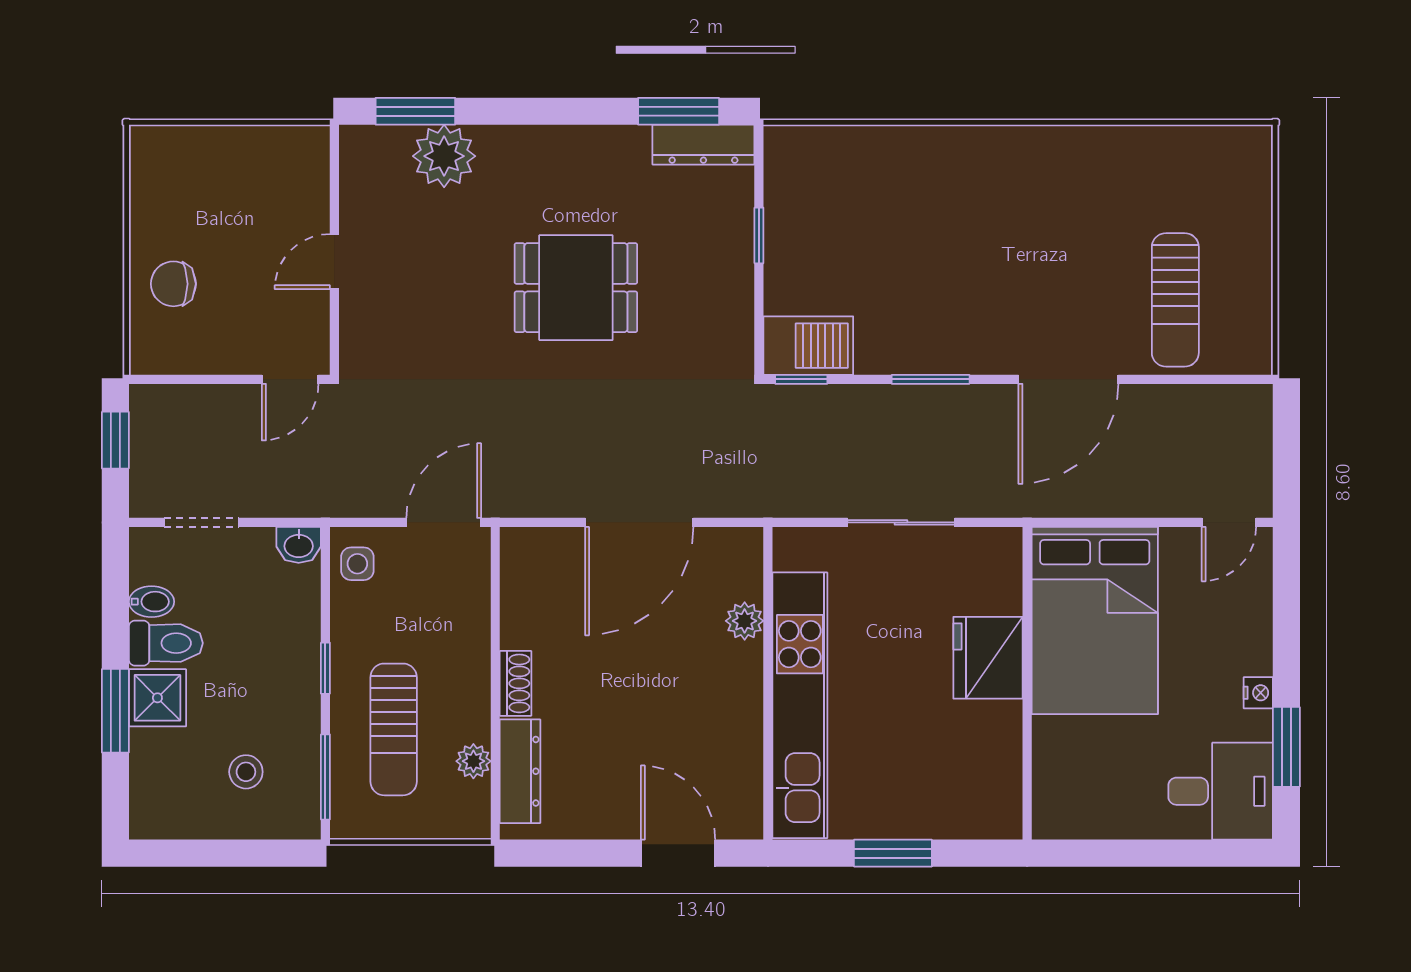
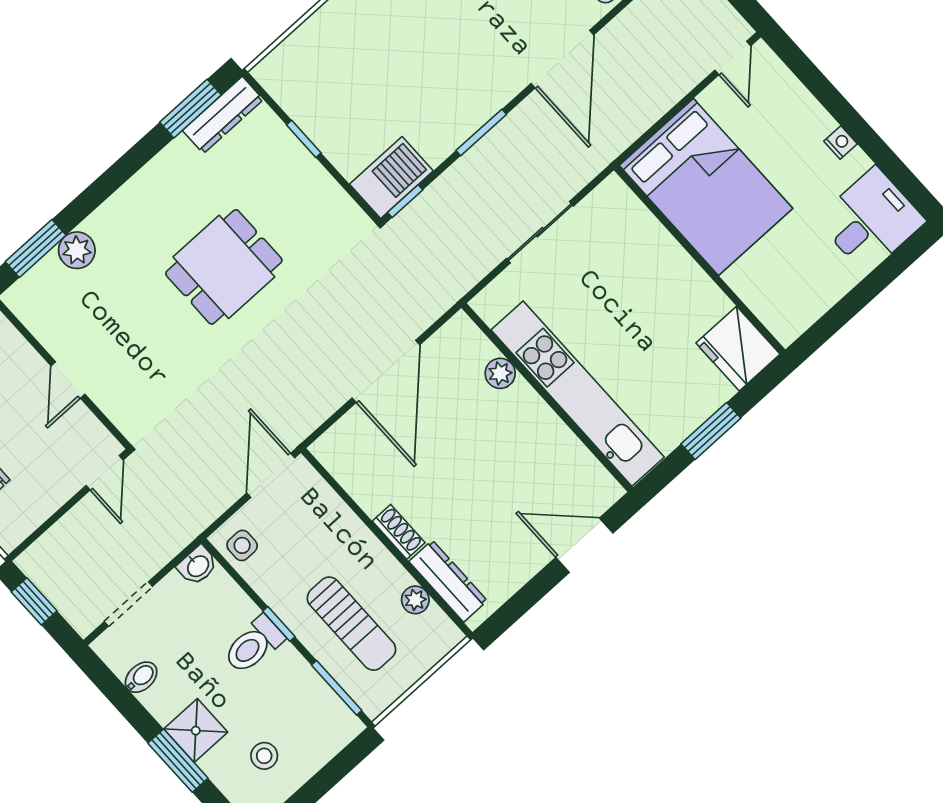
plant: (444, 156) -> (77, 250), width x0.73, depth x0.73
toilet: (166, 643) -> (254, 645), moved, turned 180
fridge: (988, 658) -> (738, 349), moved
window: (1286, 747) -> (886, 159), removed
stool: (246, 772) -> (264, 756), moved

